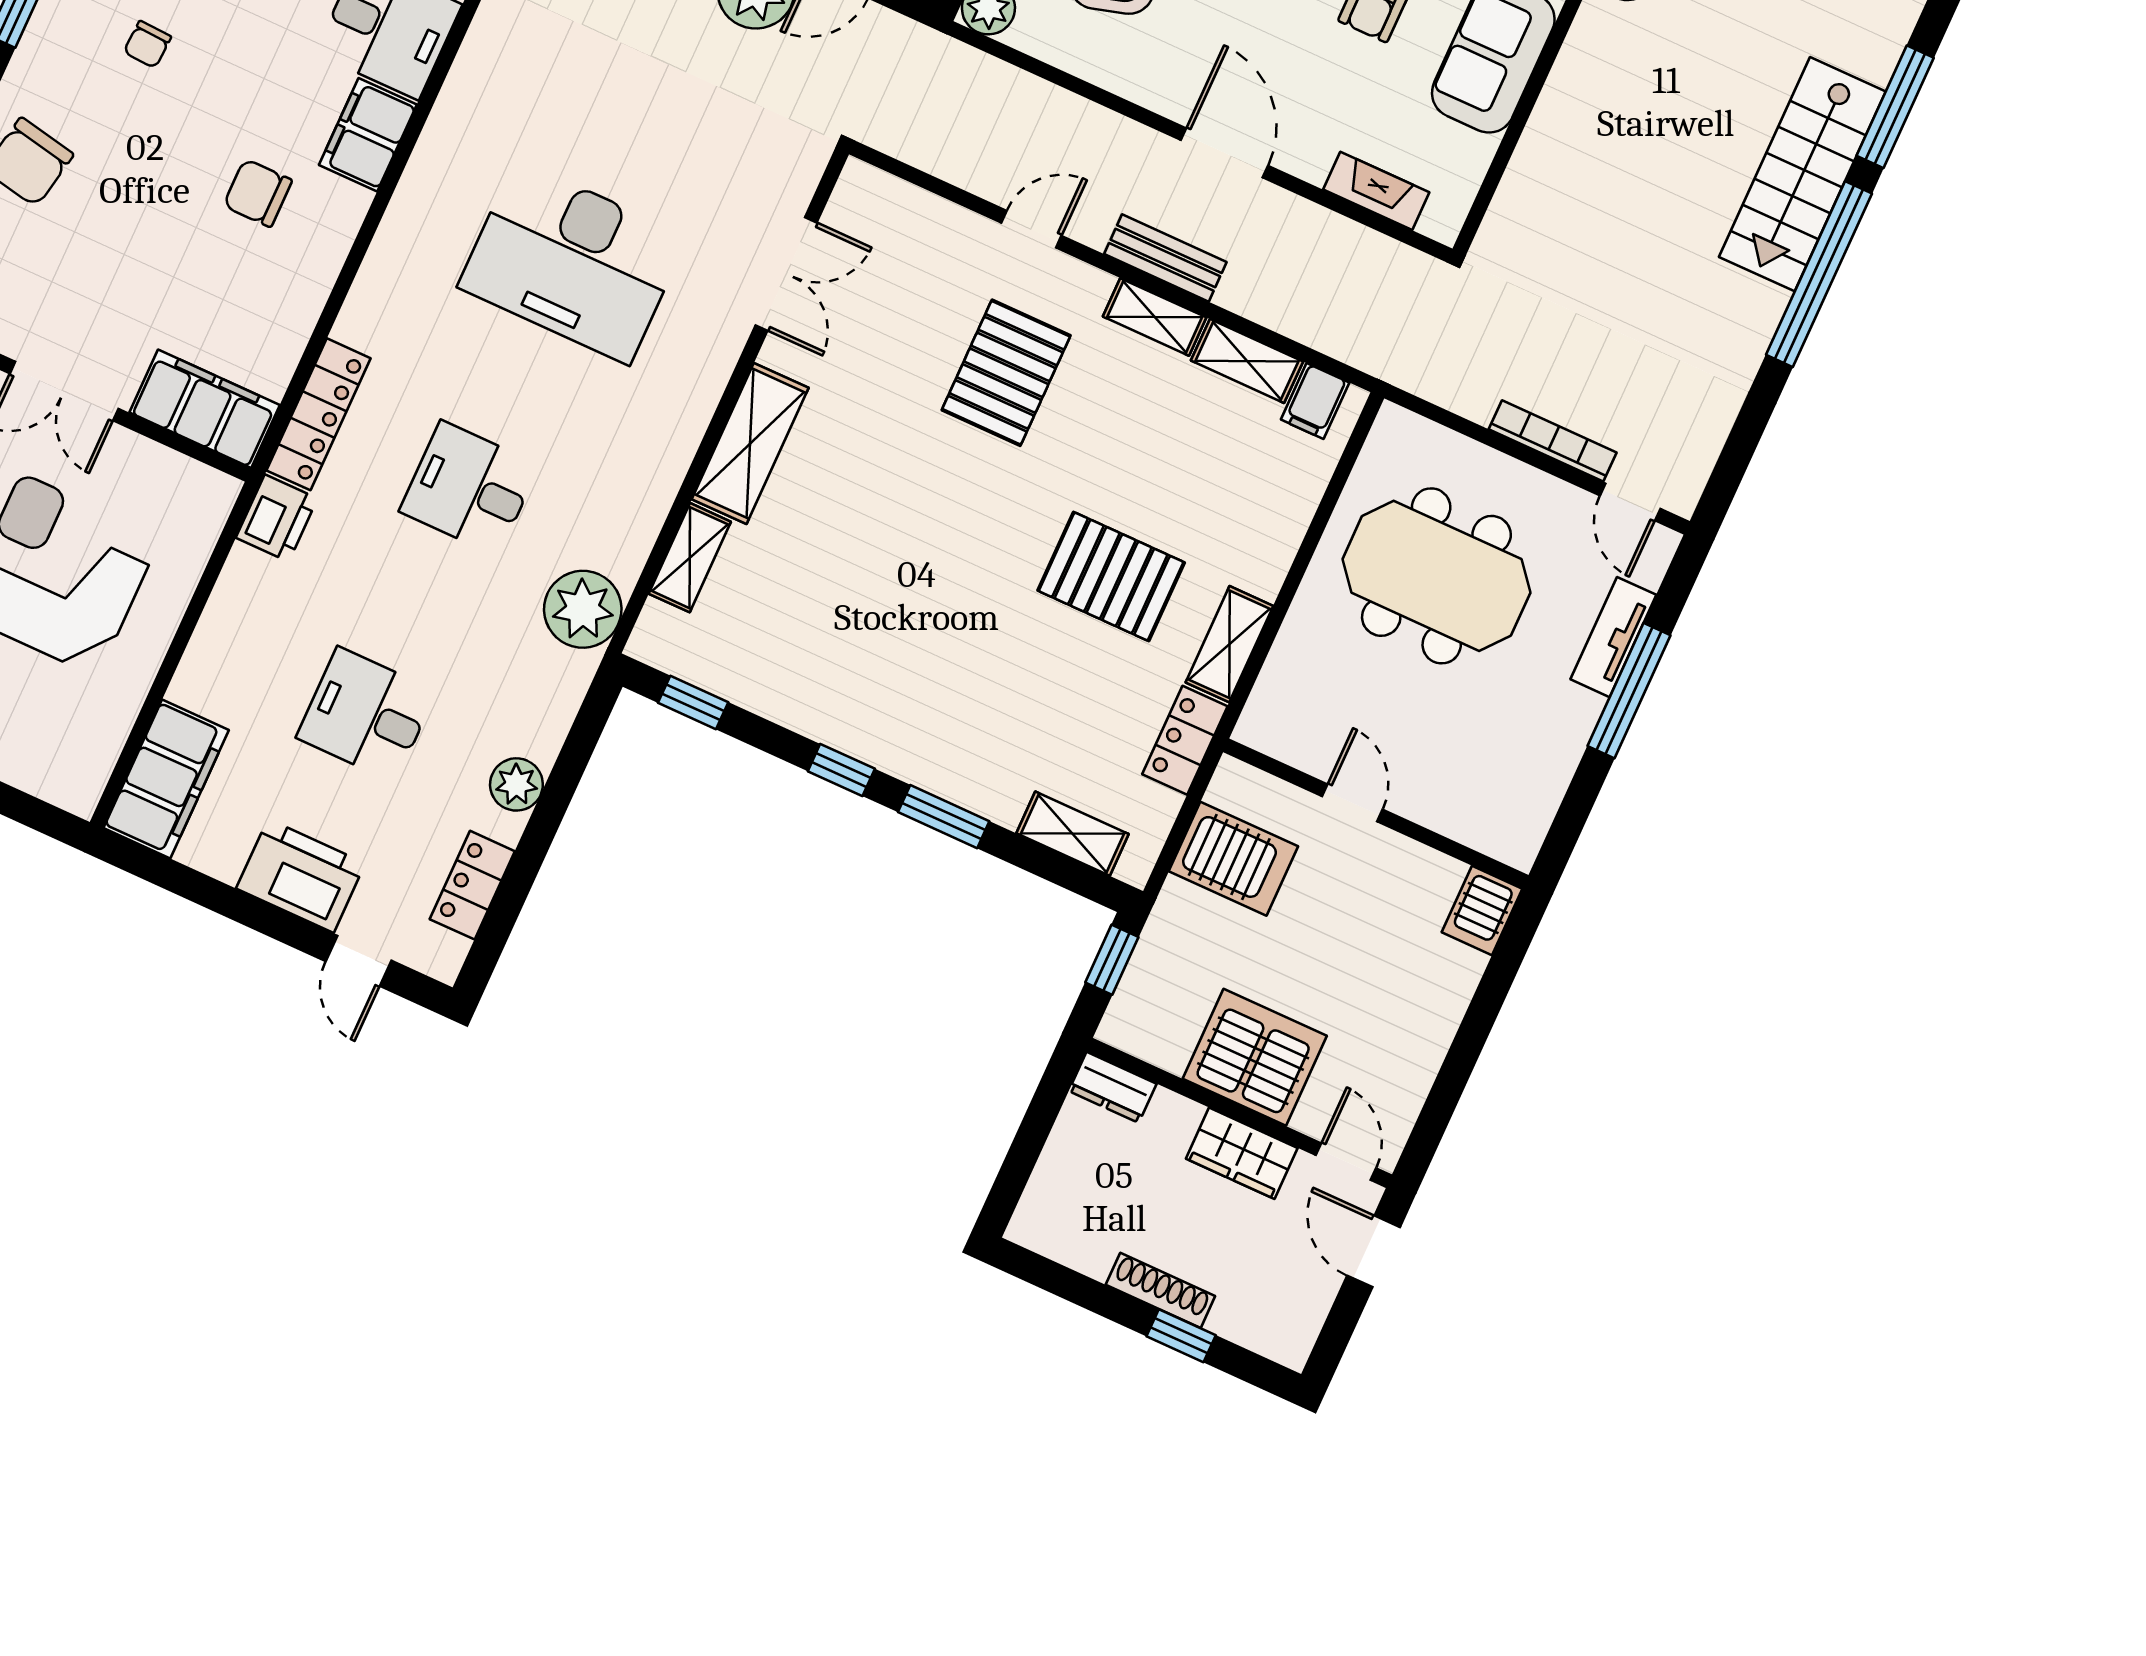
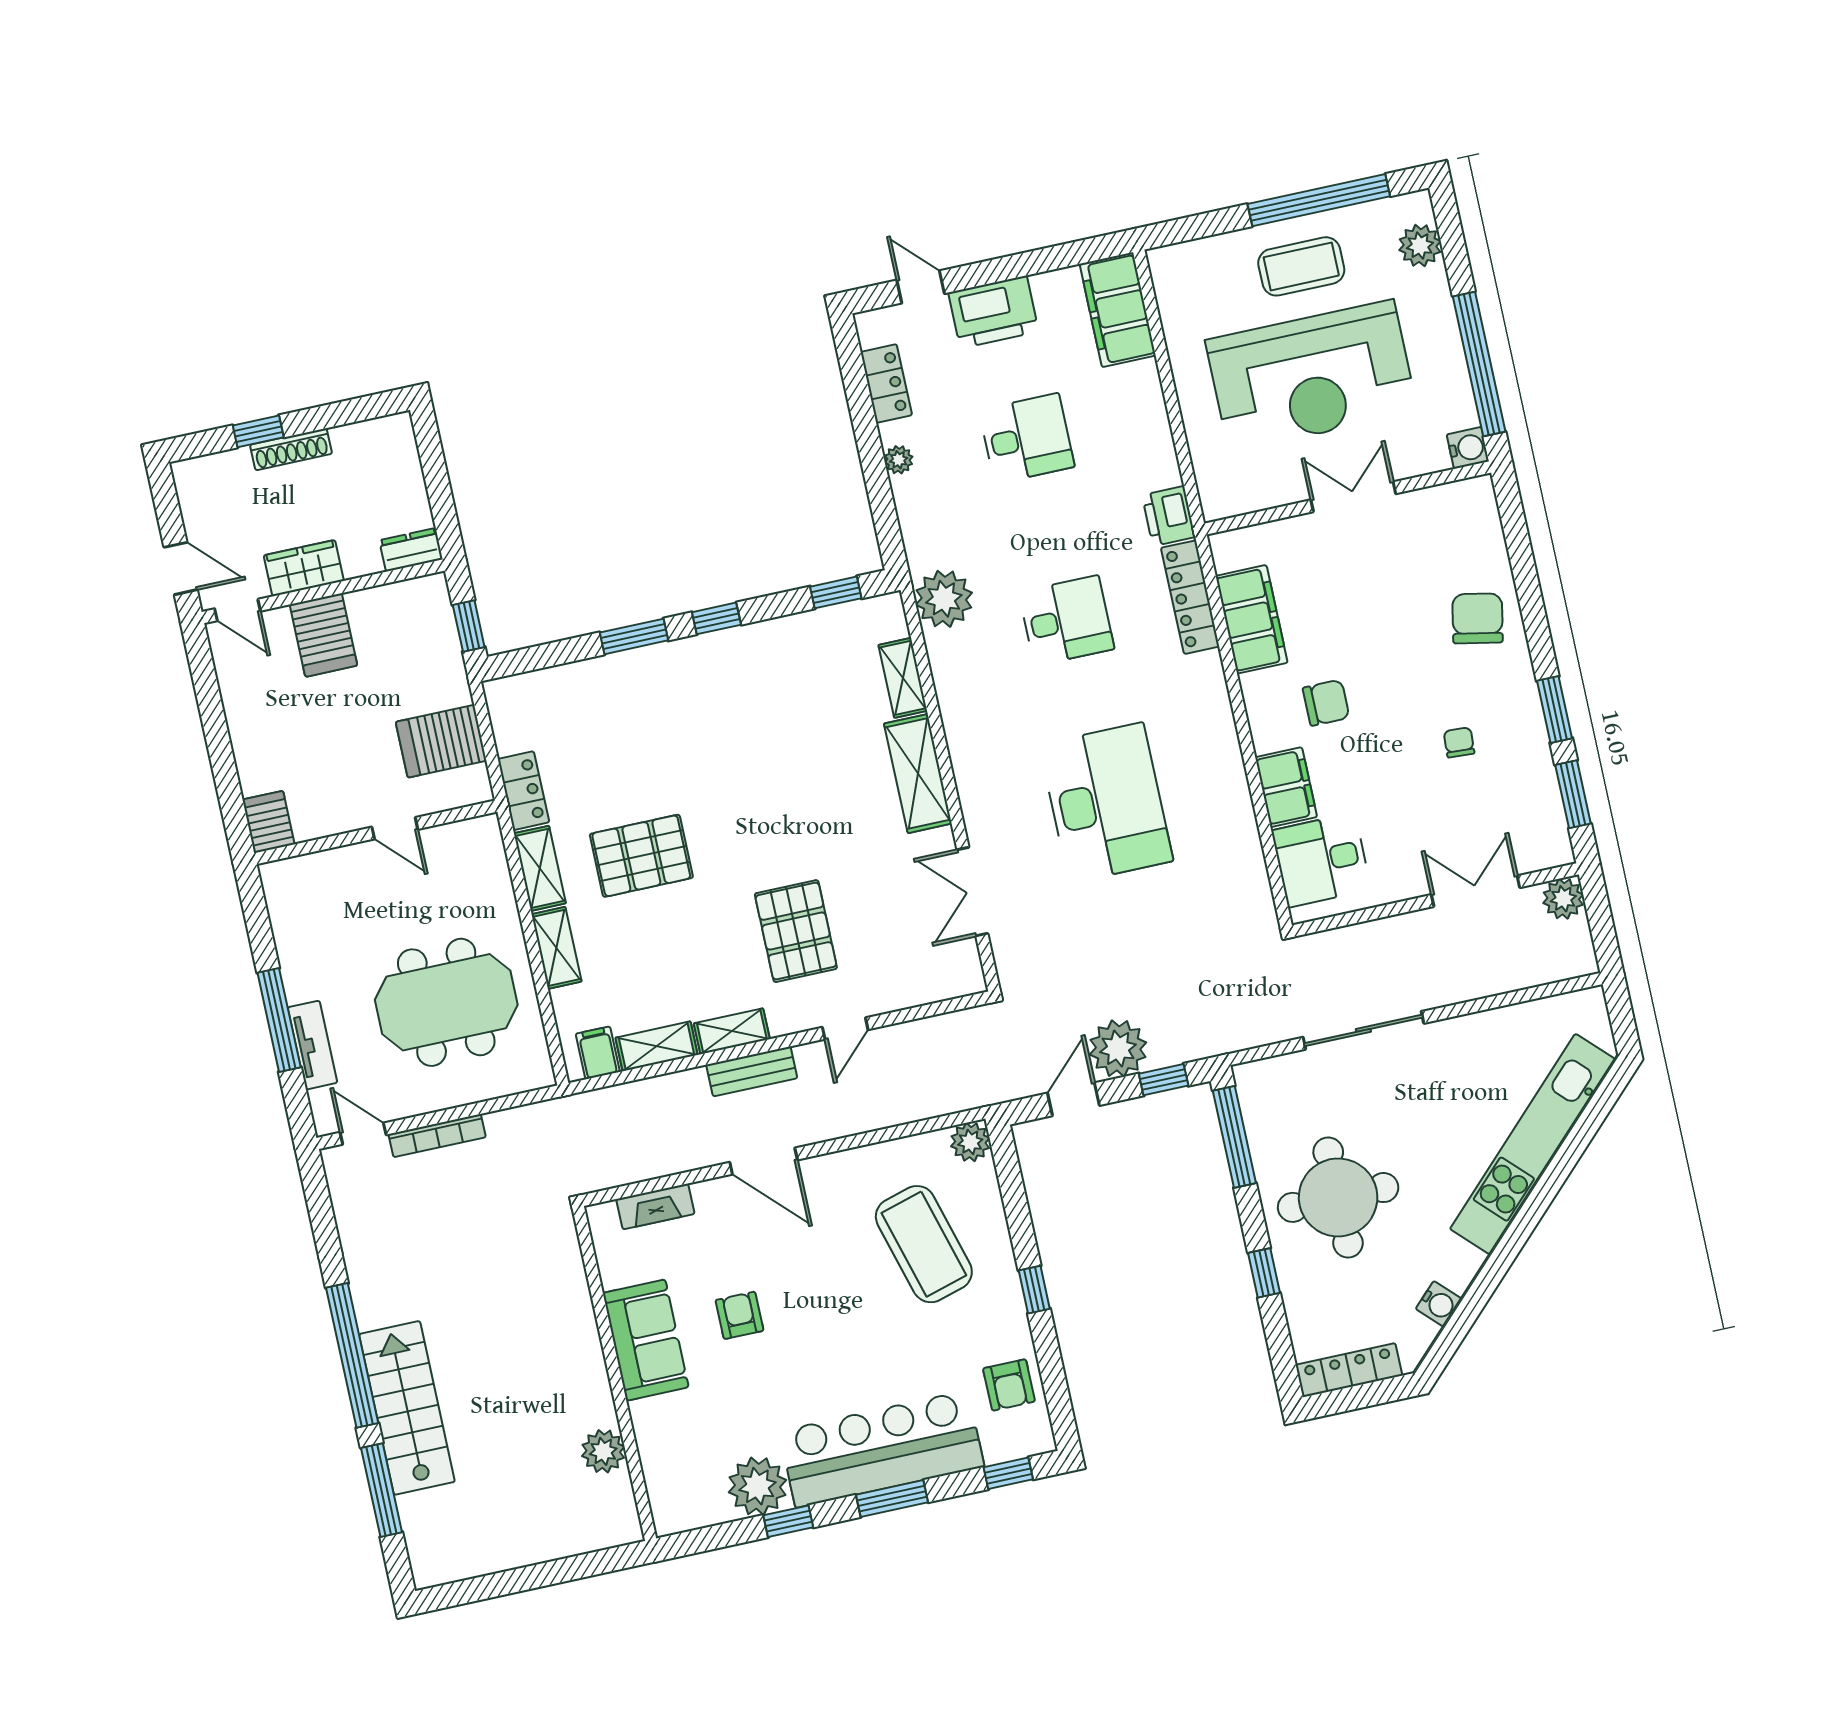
desk: (572, 262) -> (1106, 803), turned 90
filing cabinet: (205, 409) -> (1252, 619), moved, turned -90
plant: (516, 784) -> (899, 460), width x0.73, depth x0.73
shelving: (1073, 834) -> (557, 948), moved, turned 90
server rack: (1255, 1057) -> (324, 635), width x0.63

